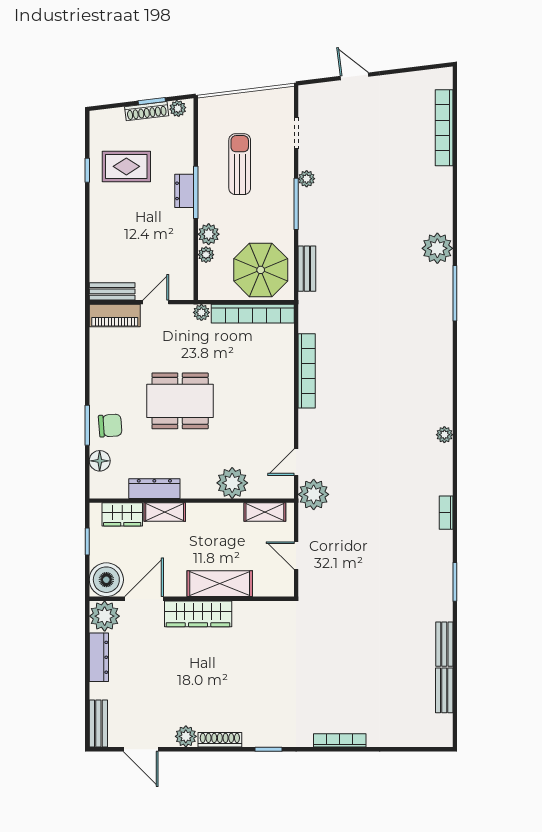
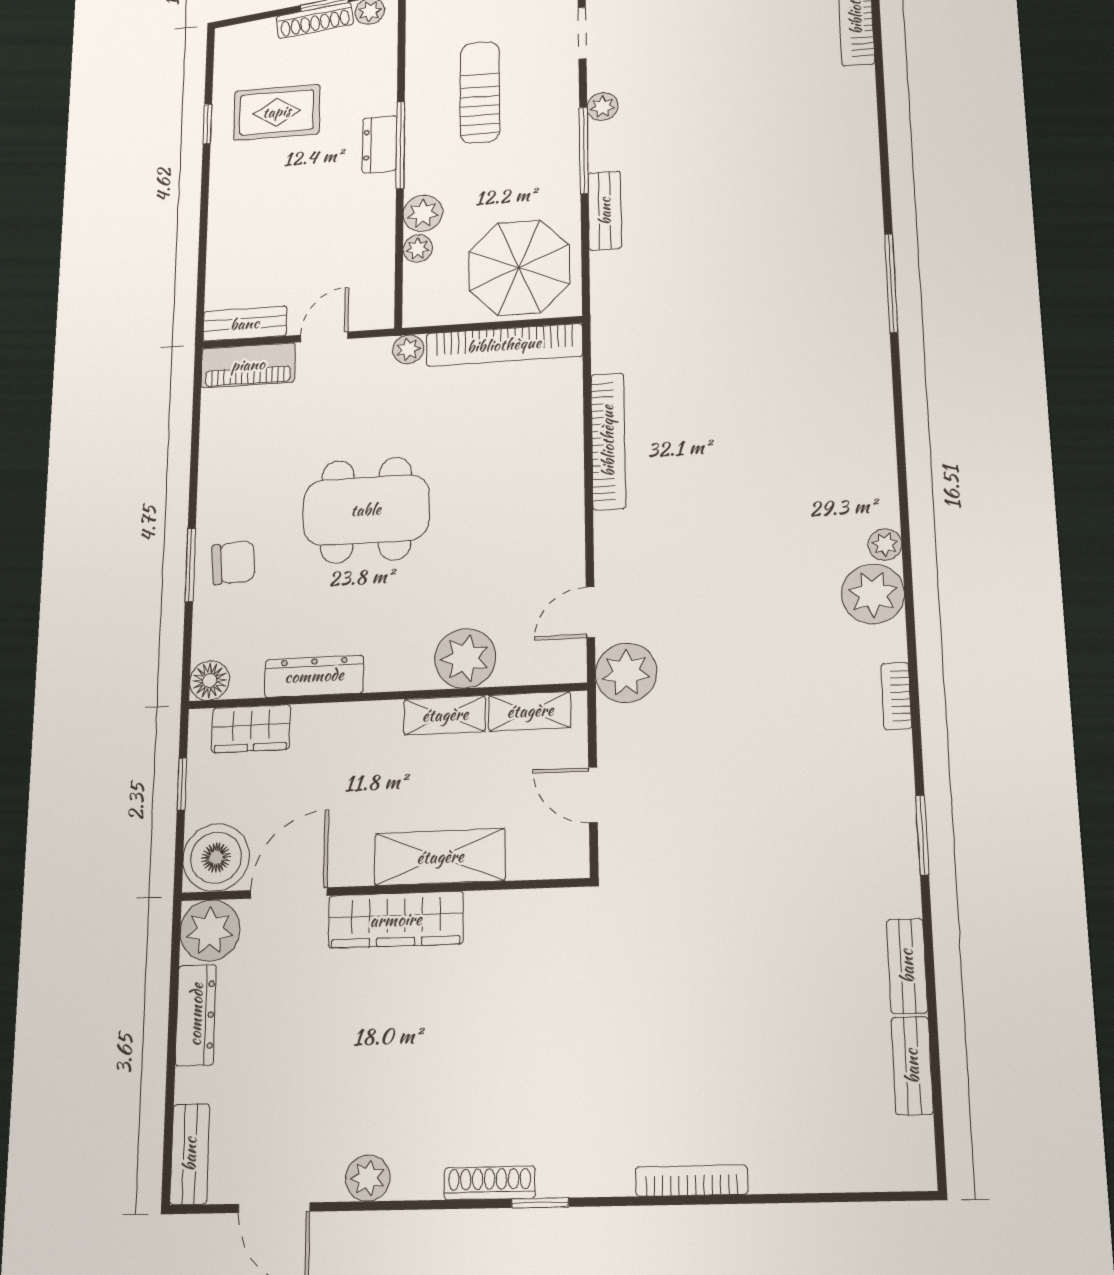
plant: (437, 248) -> (873, 594), moved
bench: (307, 269) -> (605, 211), moved
floor lamp: (100, 461) -> (210, 681), moved
shelving: (165, 512) -> (445, 715), moved
shoe rack: (220, 740) -> (490, 1183), moved

